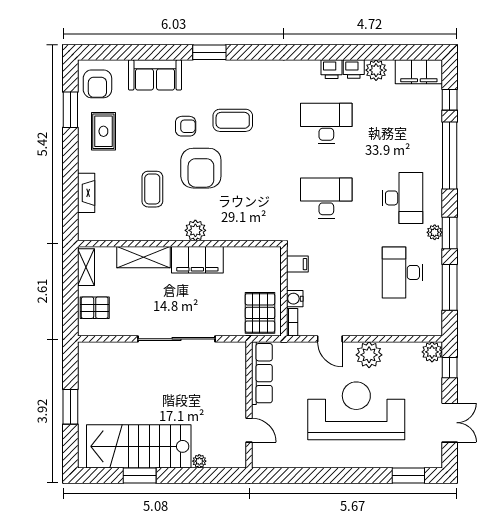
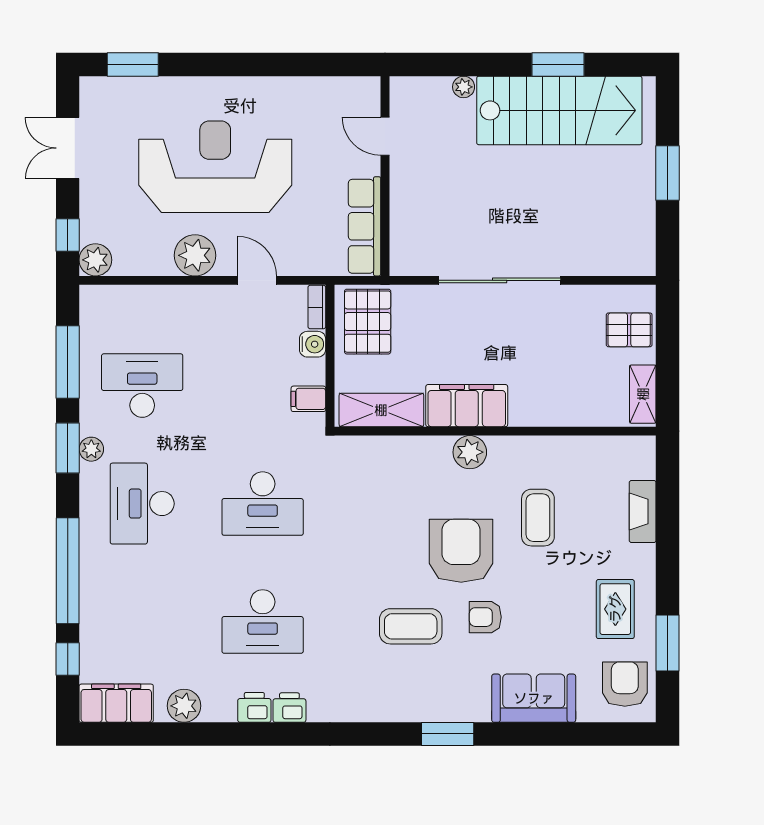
printer: (354, 69) -> (289, 708), moved
shelving: (143, 257) -> (381, 410), moved
desk: (402, 272) -> (142, 386), turned -90
reception desk: (356, 411) -> (215, 167), turned 180

